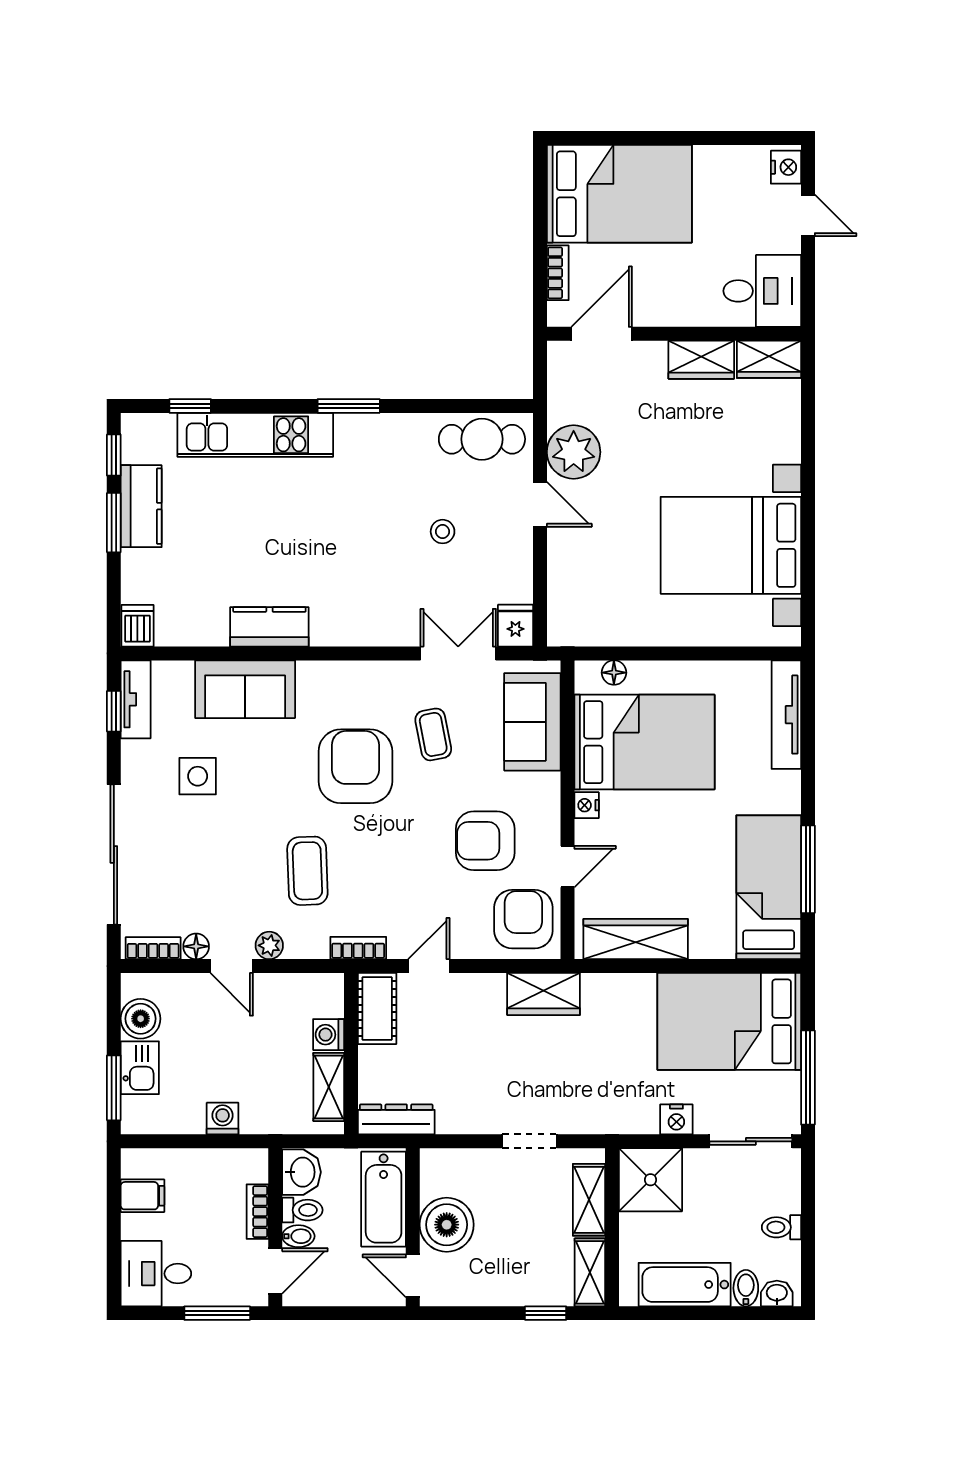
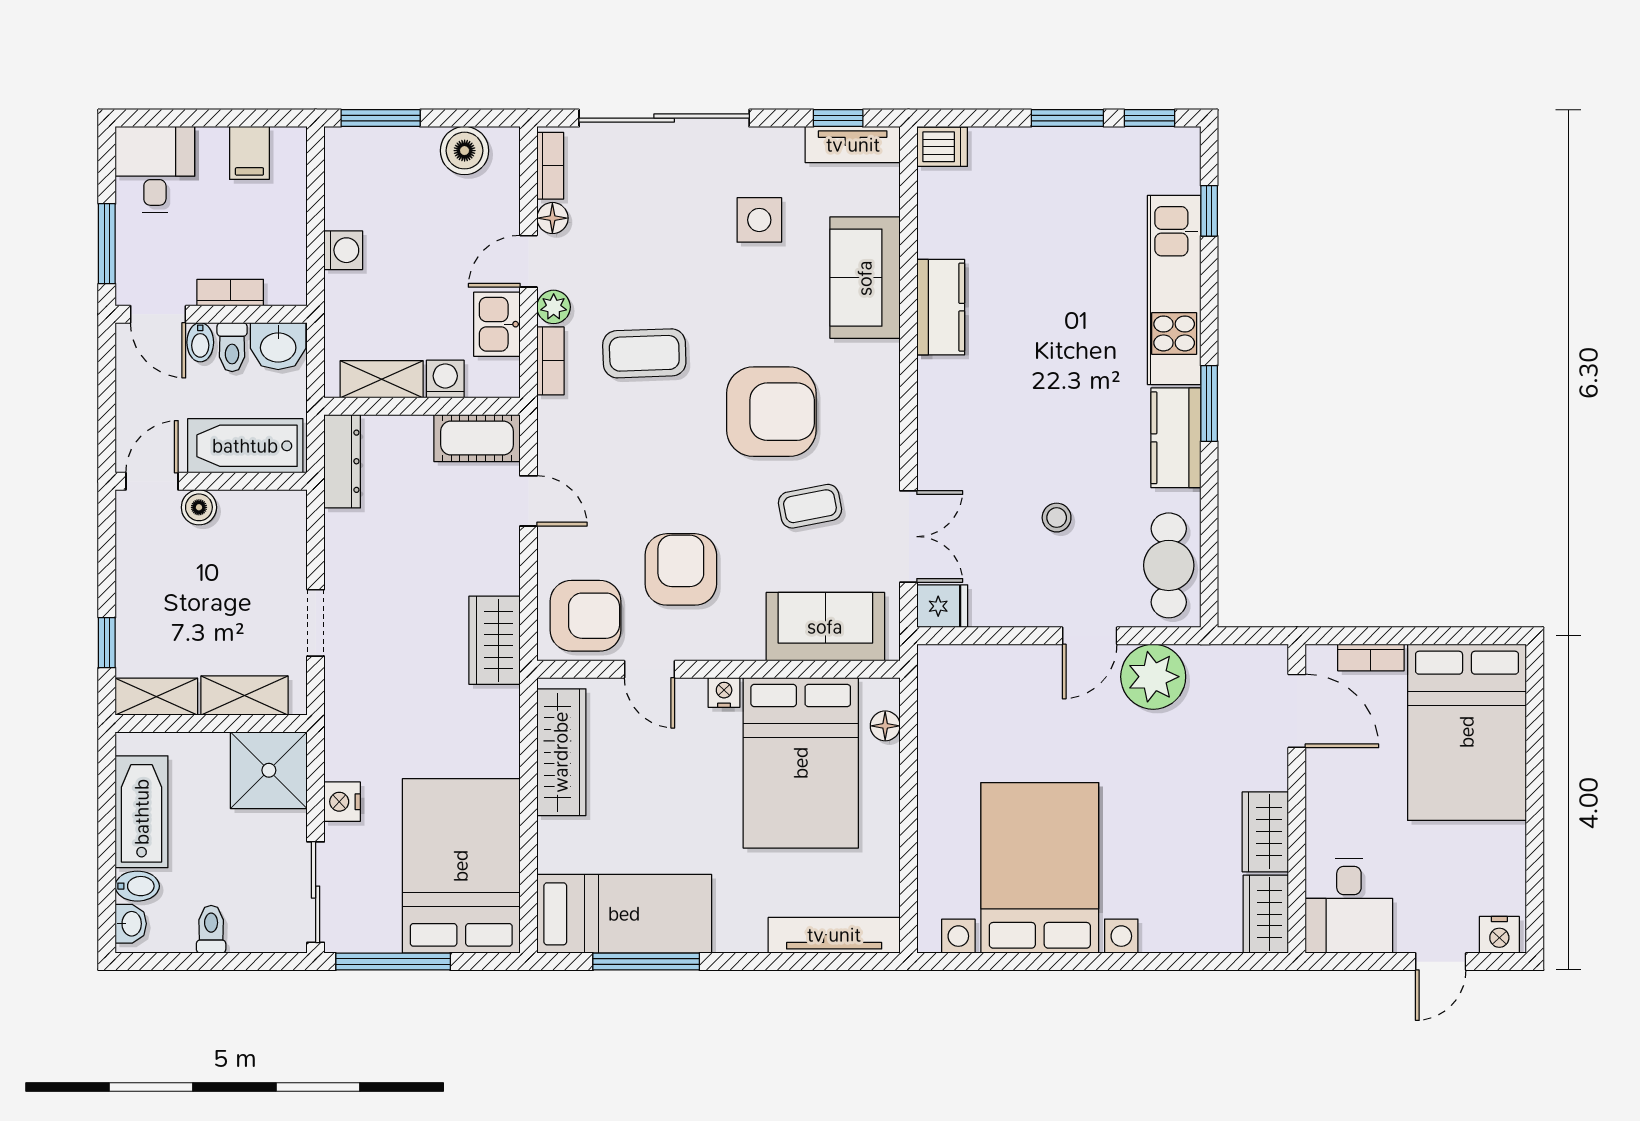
kitchen counter: (141, 506) -> (1176, 438), moved, turned 90
bookcase: (358, 948) -> (550, 361), moved
kitchen sink: (140, 1068) -> (497, 324), moved, turned 90
boiler: (447, 1225) -> (199, 507), width x0.54, depth x0.54

